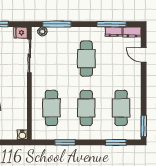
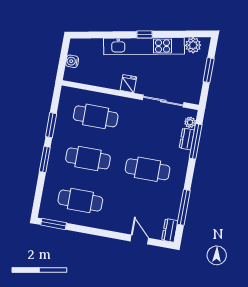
fridge: (21, 32) -> (128, 84), moved
dresser: (114, 32) -> (187, 139), moved
door: (144, 55) -> (139, 240), hinge flipped
water cooler: (22, 135) -> (72, 61), moved
window: (116, 142) -> (45, 159), moved

